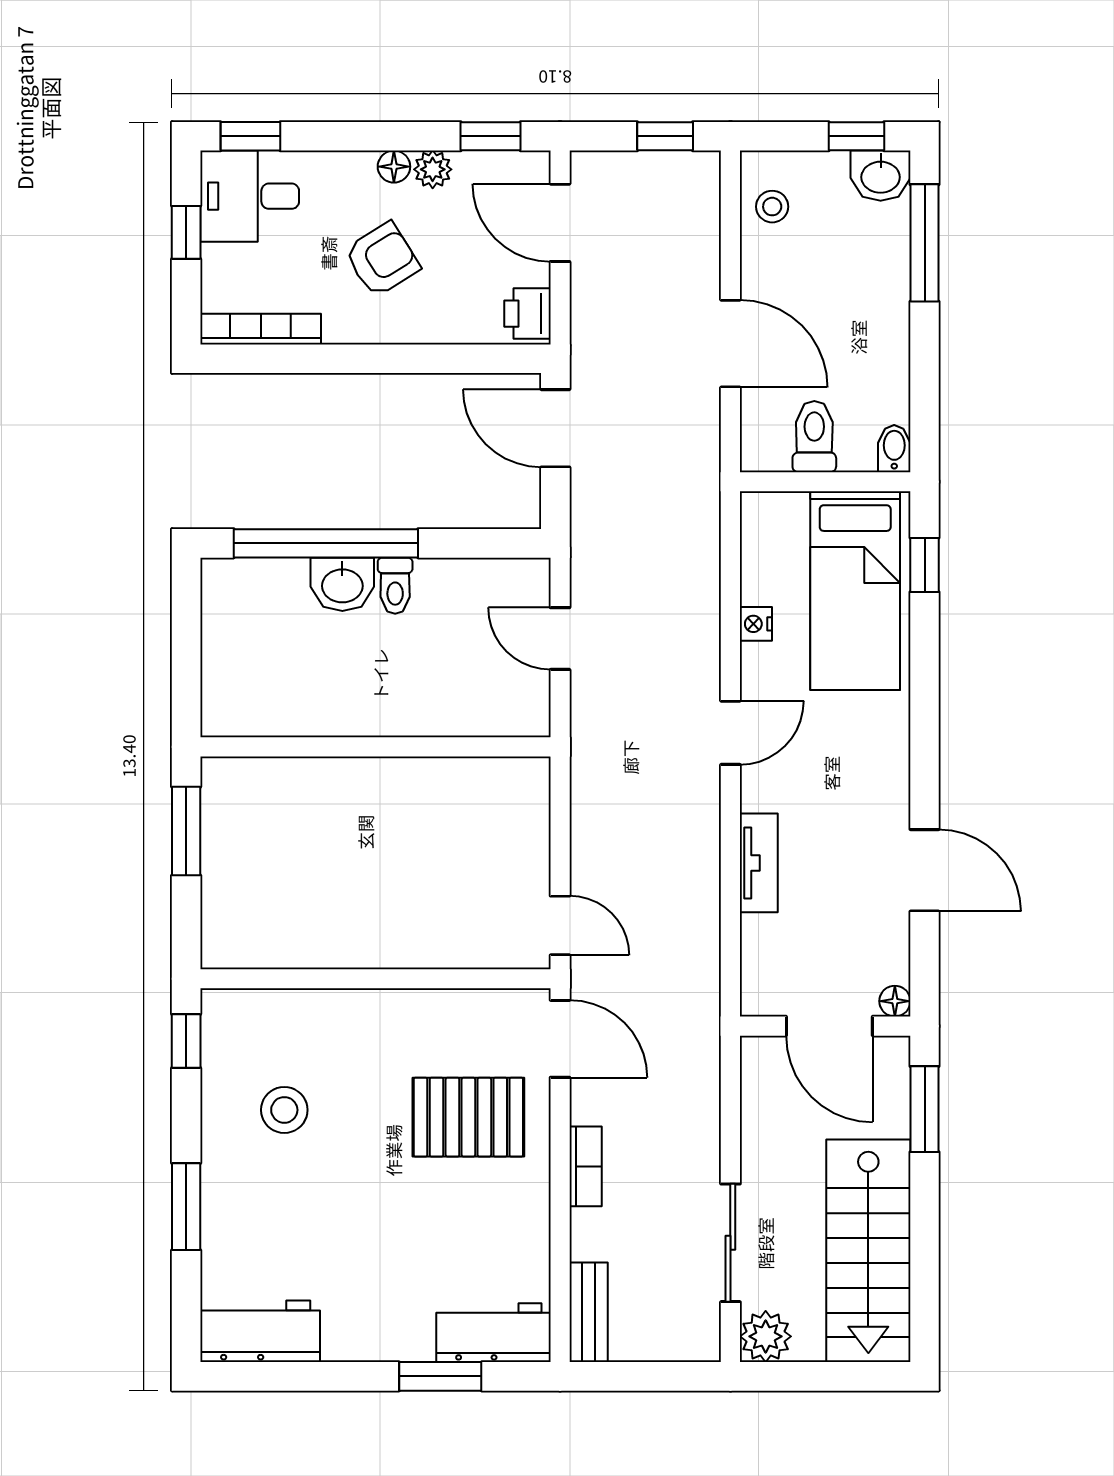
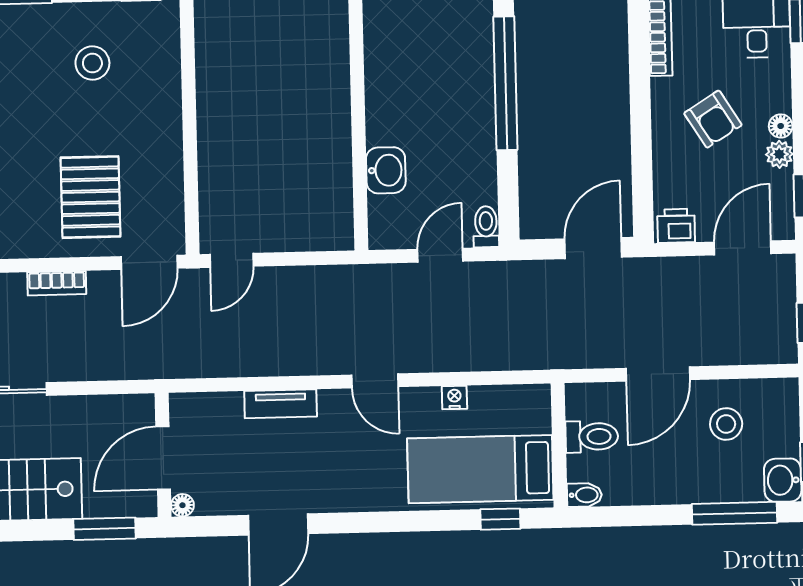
stool: (772, 207) -> (726, 424), moved, width x1.37, depth x1.37
washbasin: (342, 584) -> (386, 170), moved, turned 180
toilet: (395, 586) -> (486, 227), moved, turned 90

